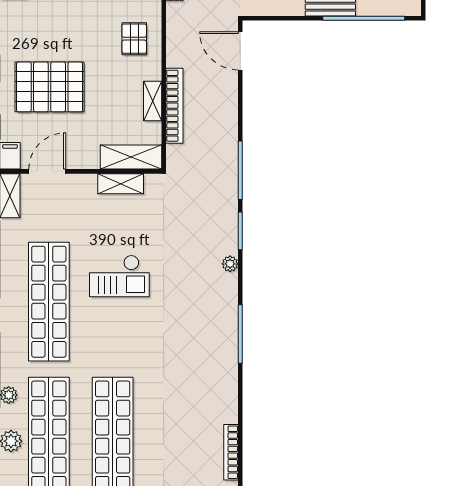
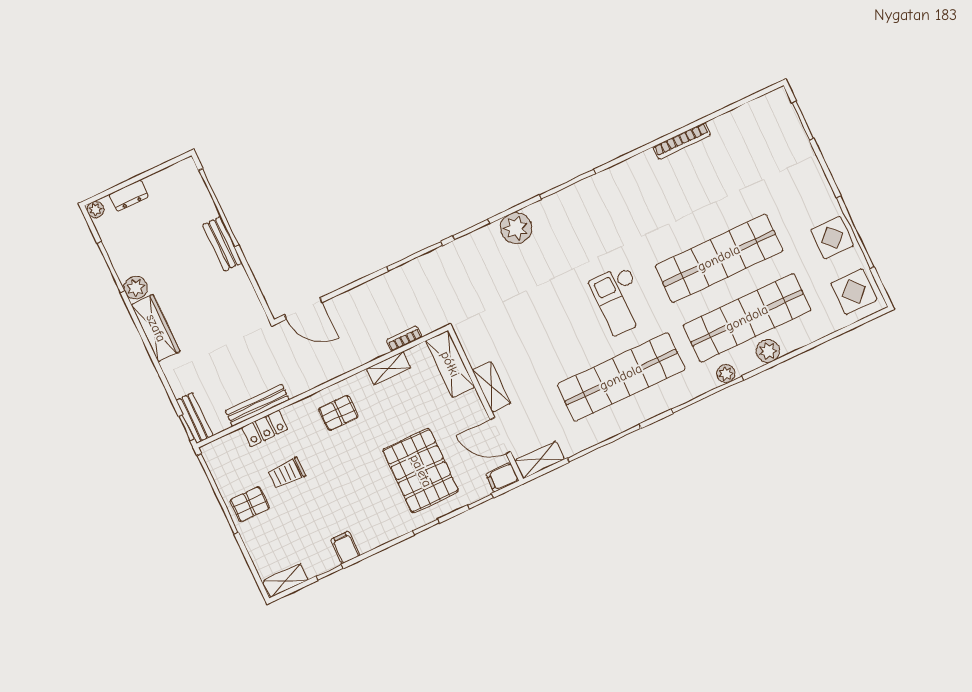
door: (240, 51) -> (303, 309), hinge flipped
bookcase: (174, 106) -> (404, 338), width x0.43, depth x0.76
shelving: (121, 184) -> (491, 387), moved
plant: (230, 264) -> (516, 228), width x1.88, depth x1.88
checkout: (119, 276) -> (620, 300), moved, turned 180

